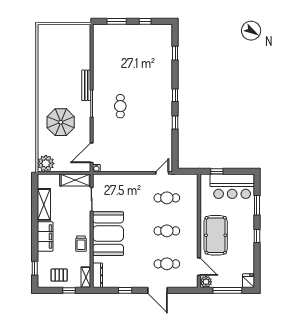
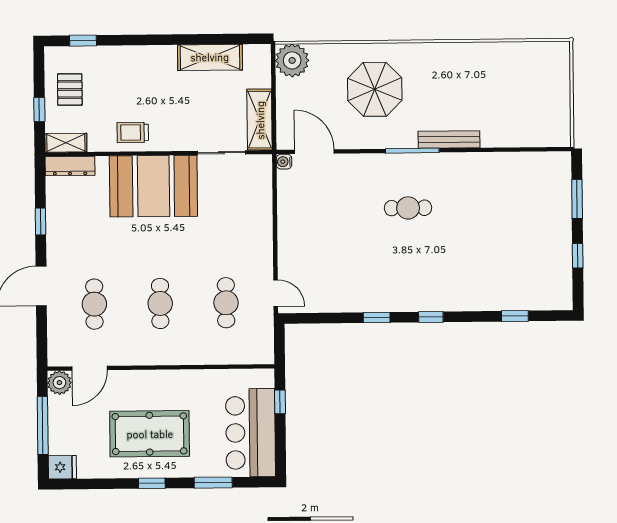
pool table: (216, 235) -> (150, 434), moved
filing cabinet: (45, 236) -> (146, 61), removed

